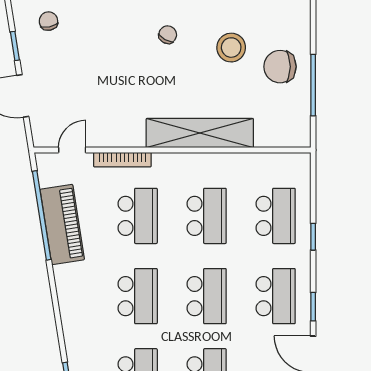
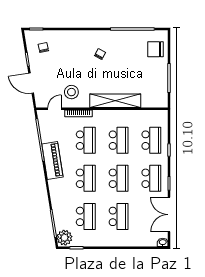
stool: (231, 48) -> (71, 92), moved
chair: (280, 67) -> (155, 49), moved
piano: (62, 224) -> (52, 160), moved

